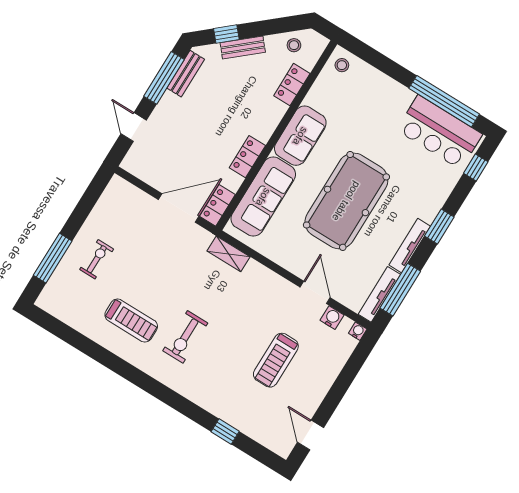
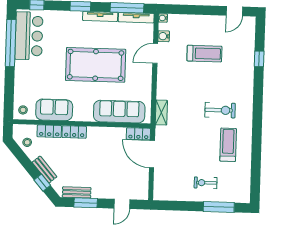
window: (164, 78) -> (86, 203), width x0.69
sofa: (300, 136) -> (54, 110), moved
locker: (247, 157) -> (74, 132), moved

